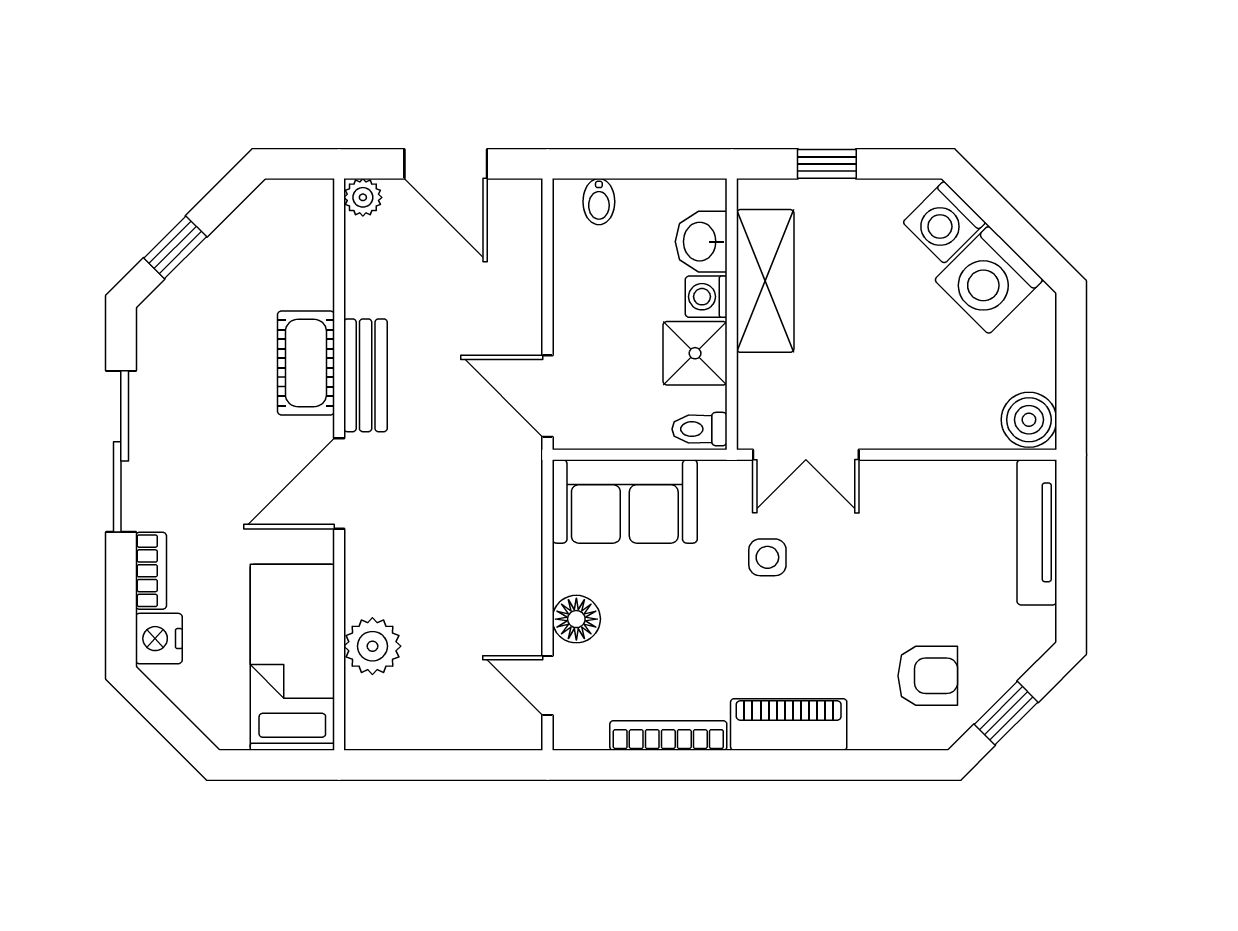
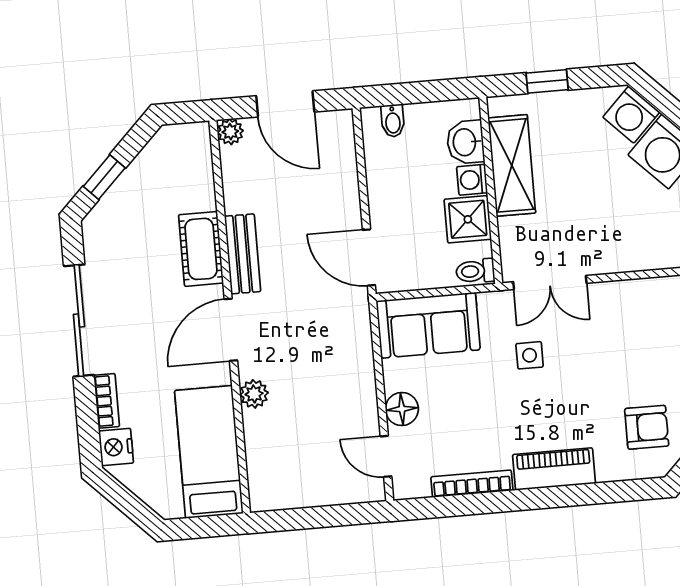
plant: (372, 646) -> (254, 394), moved, width x0.73, depth x0.73

